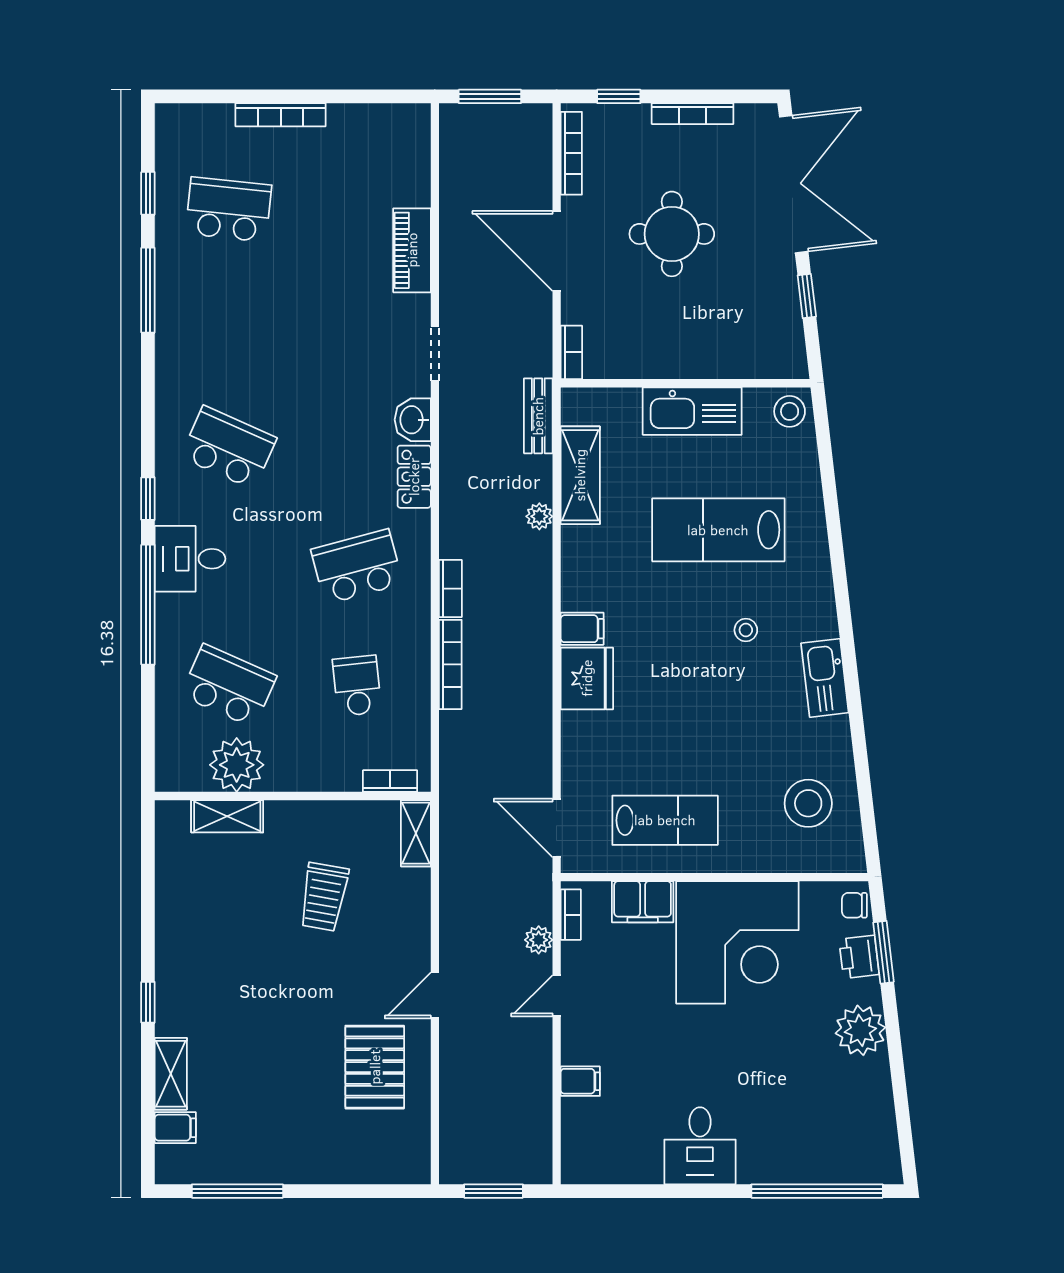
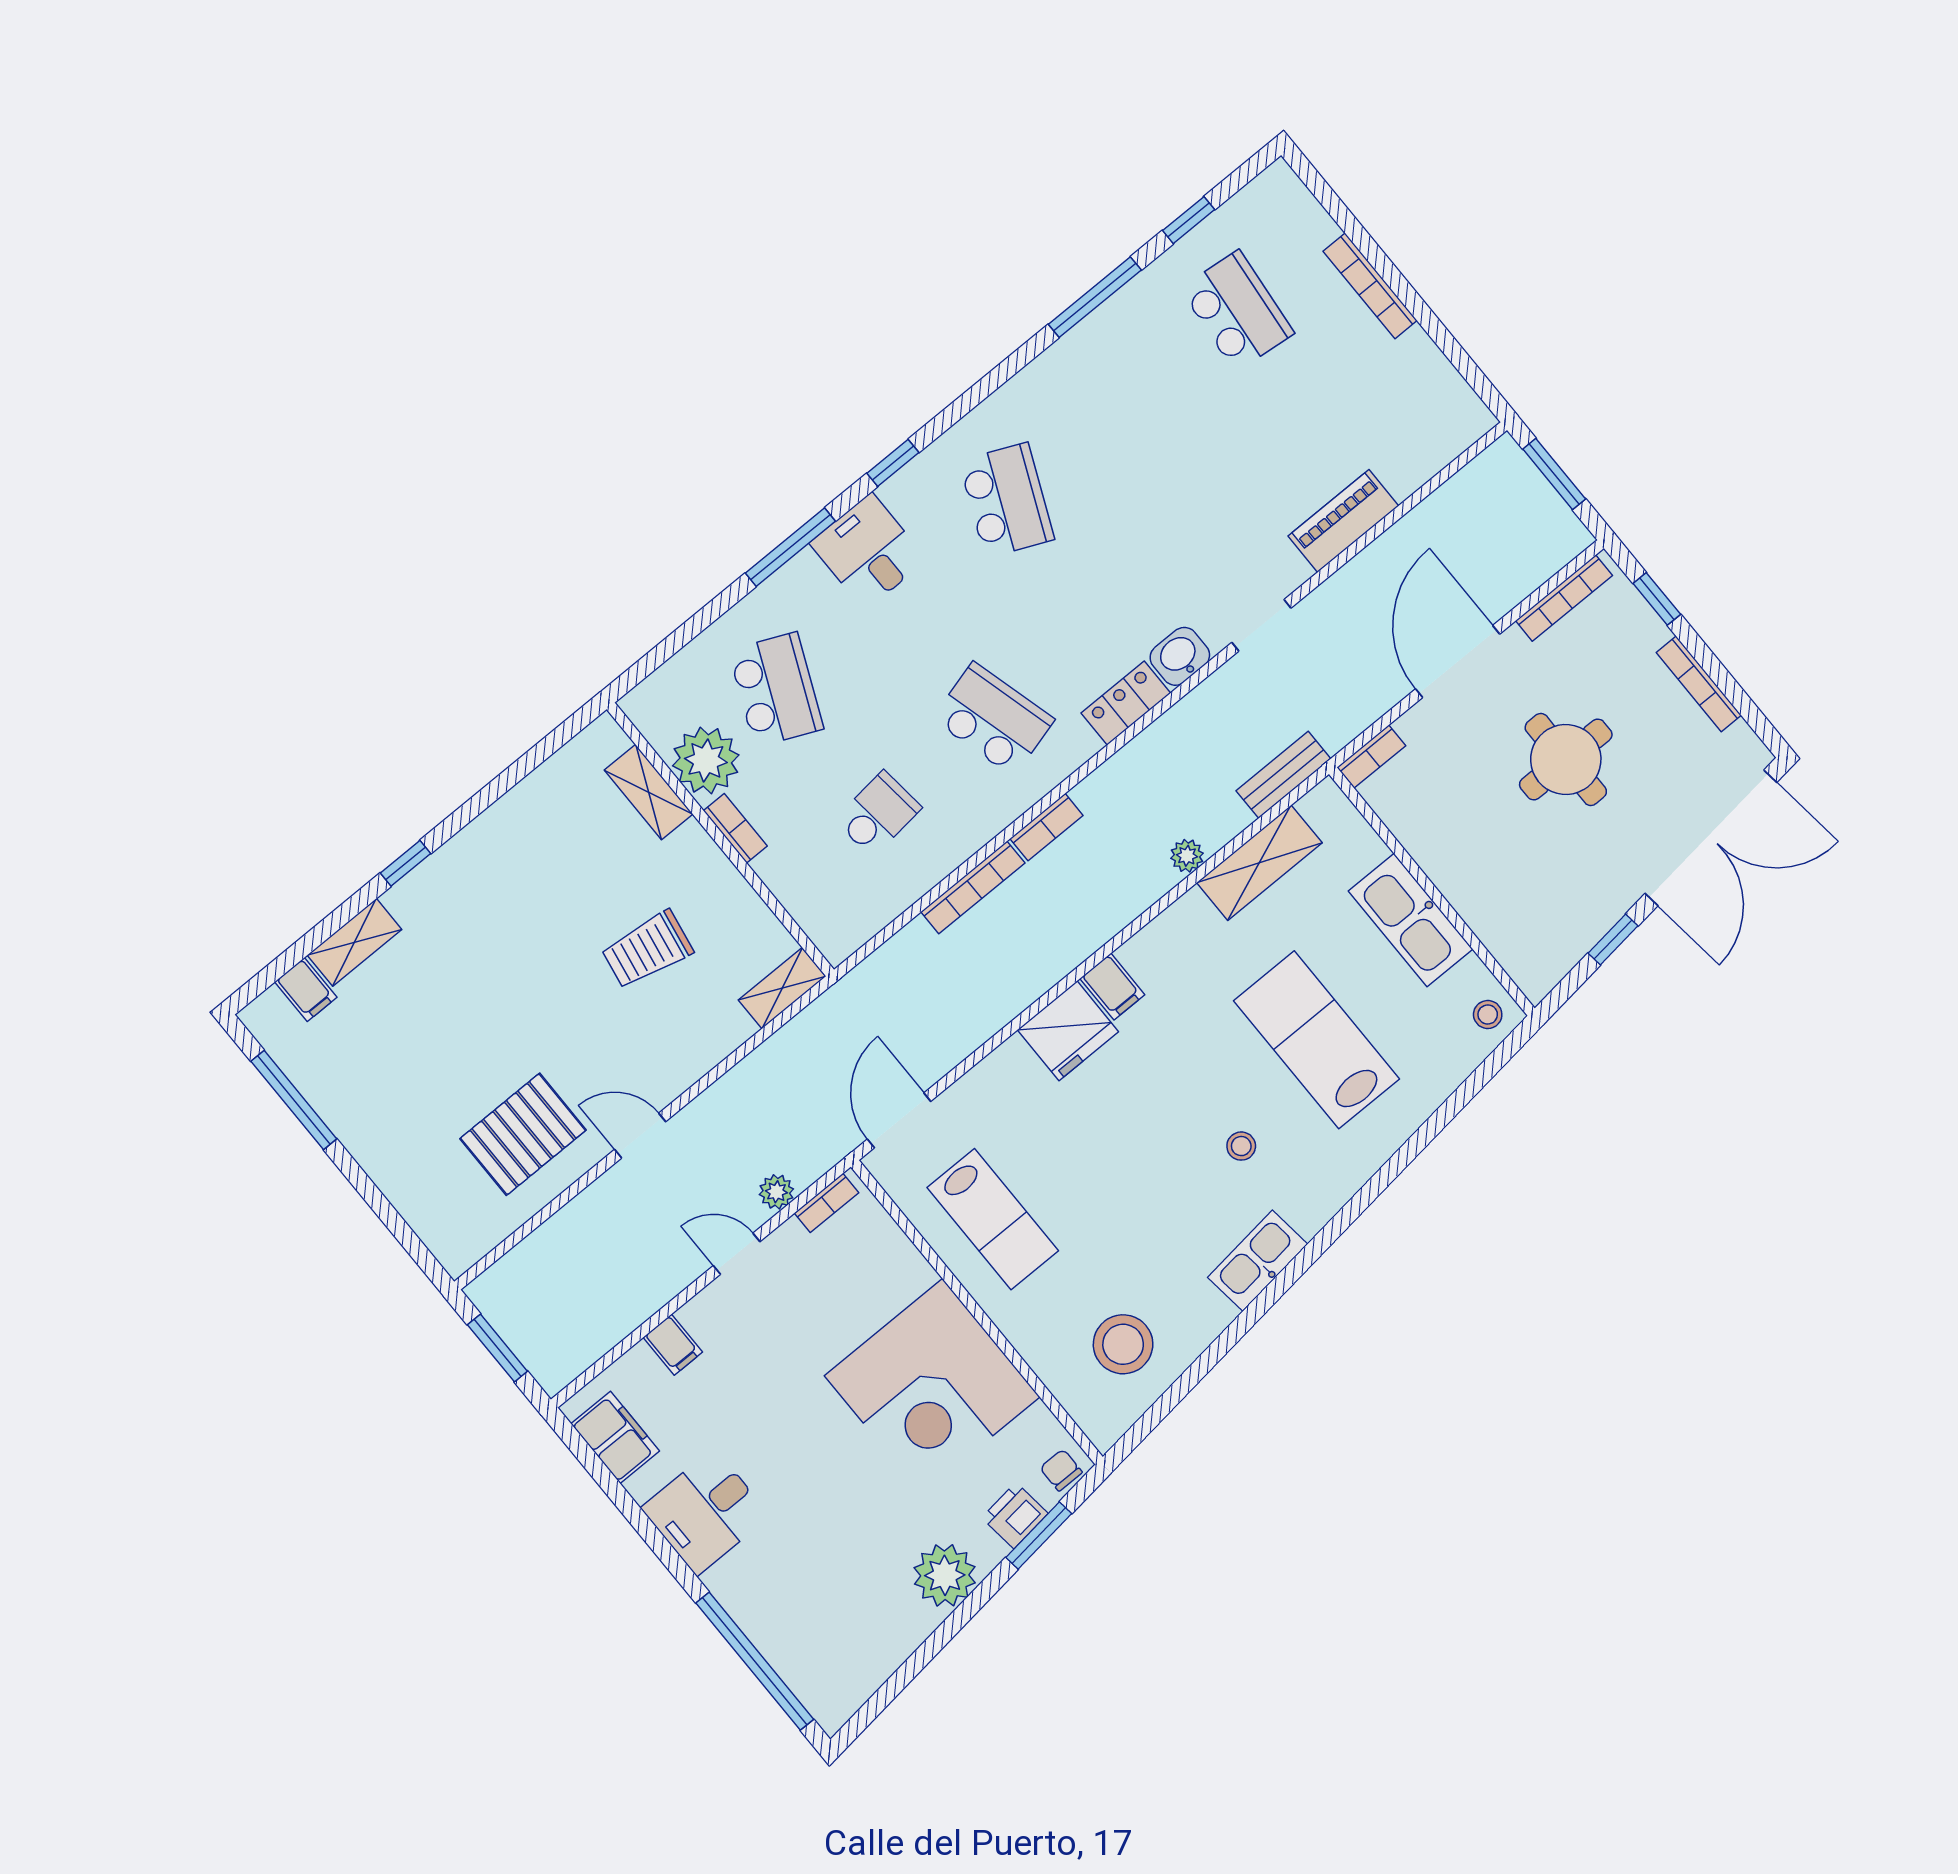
stool: (790, 411) -> (1488, 1015), width x0.73, depth x0.73
window: (148, 605) -> (790, 547), width x0.68
bookcase: (390, 781) -> (735, 828), moved
filing cabinet: (643, 902) -> (615, 1437), moved, turned 180

